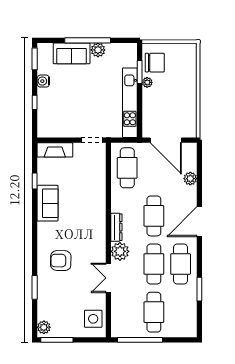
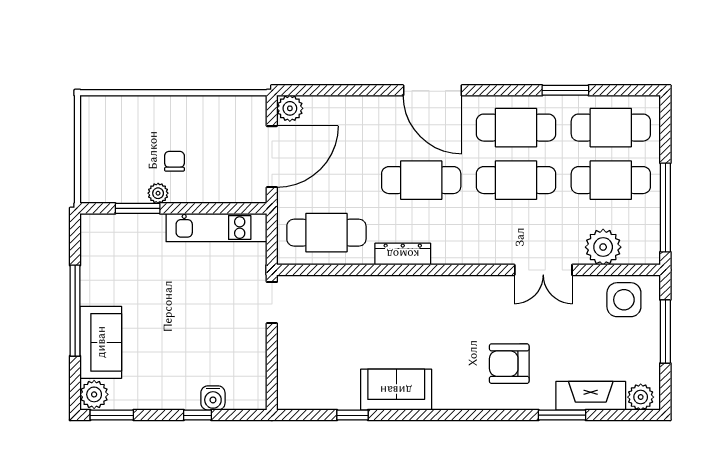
plant: (98, 50) -> (94, 394), moved
chair: (155, 63) -> (174, 161), moved, width x0.54, depth x0.54
water cooler: (43, 81) -> (213, 398), moved
kitchen unit: (130, 103) -> (216, 228), width x0.73
fireplace: (55, 150) -> (591, 396), moved, turned -90
plant: (190, 179) -> (290, 108), moved
dresser: (116, 227) -> (403, 254), moved
plant: (120, 251) -> (603, 247), moved
armchair: (61, 261) -> (509, 364), turned 89
cafe table: (181, 312) -> (611, 128), added
window: (57, 340) -> (665, 332), moved

